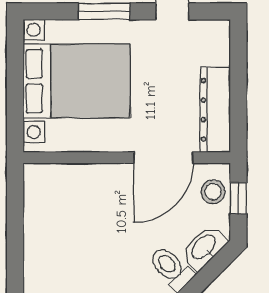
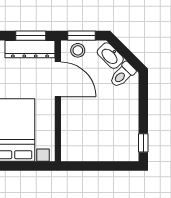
window: (238, 111) -> (31, 36), added
window: (238, 198) -> (82, 36), width x1.50

